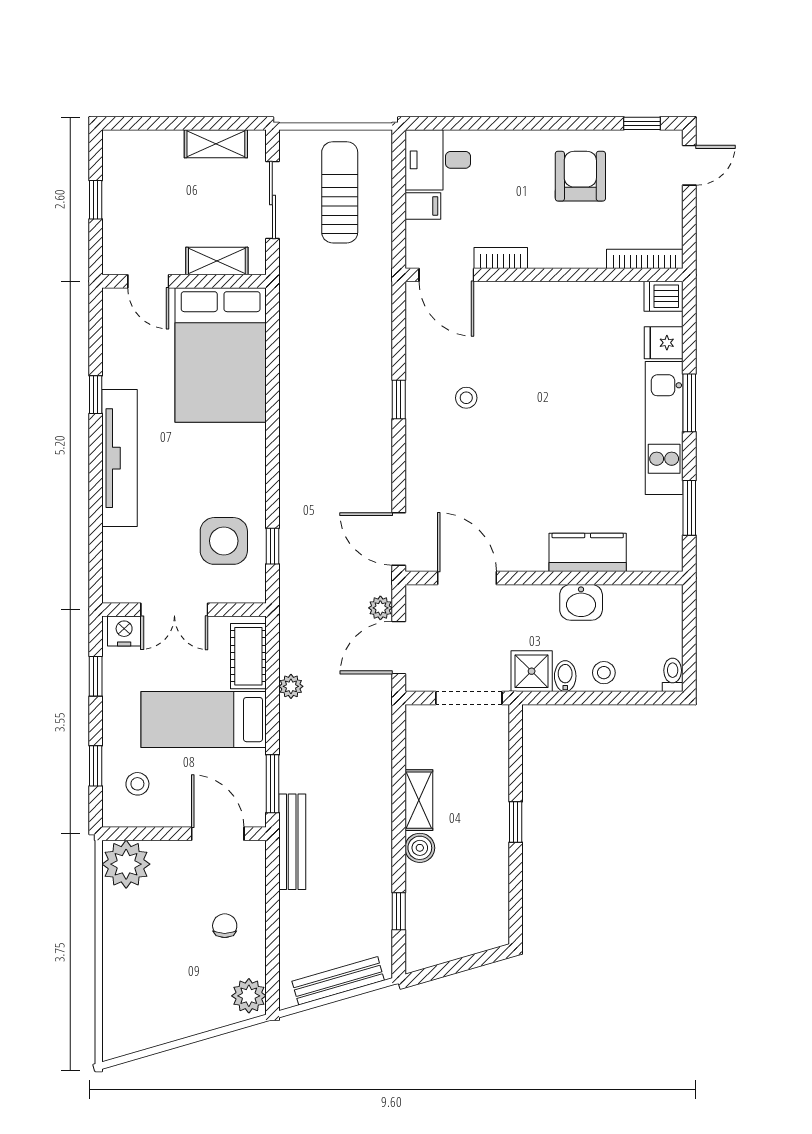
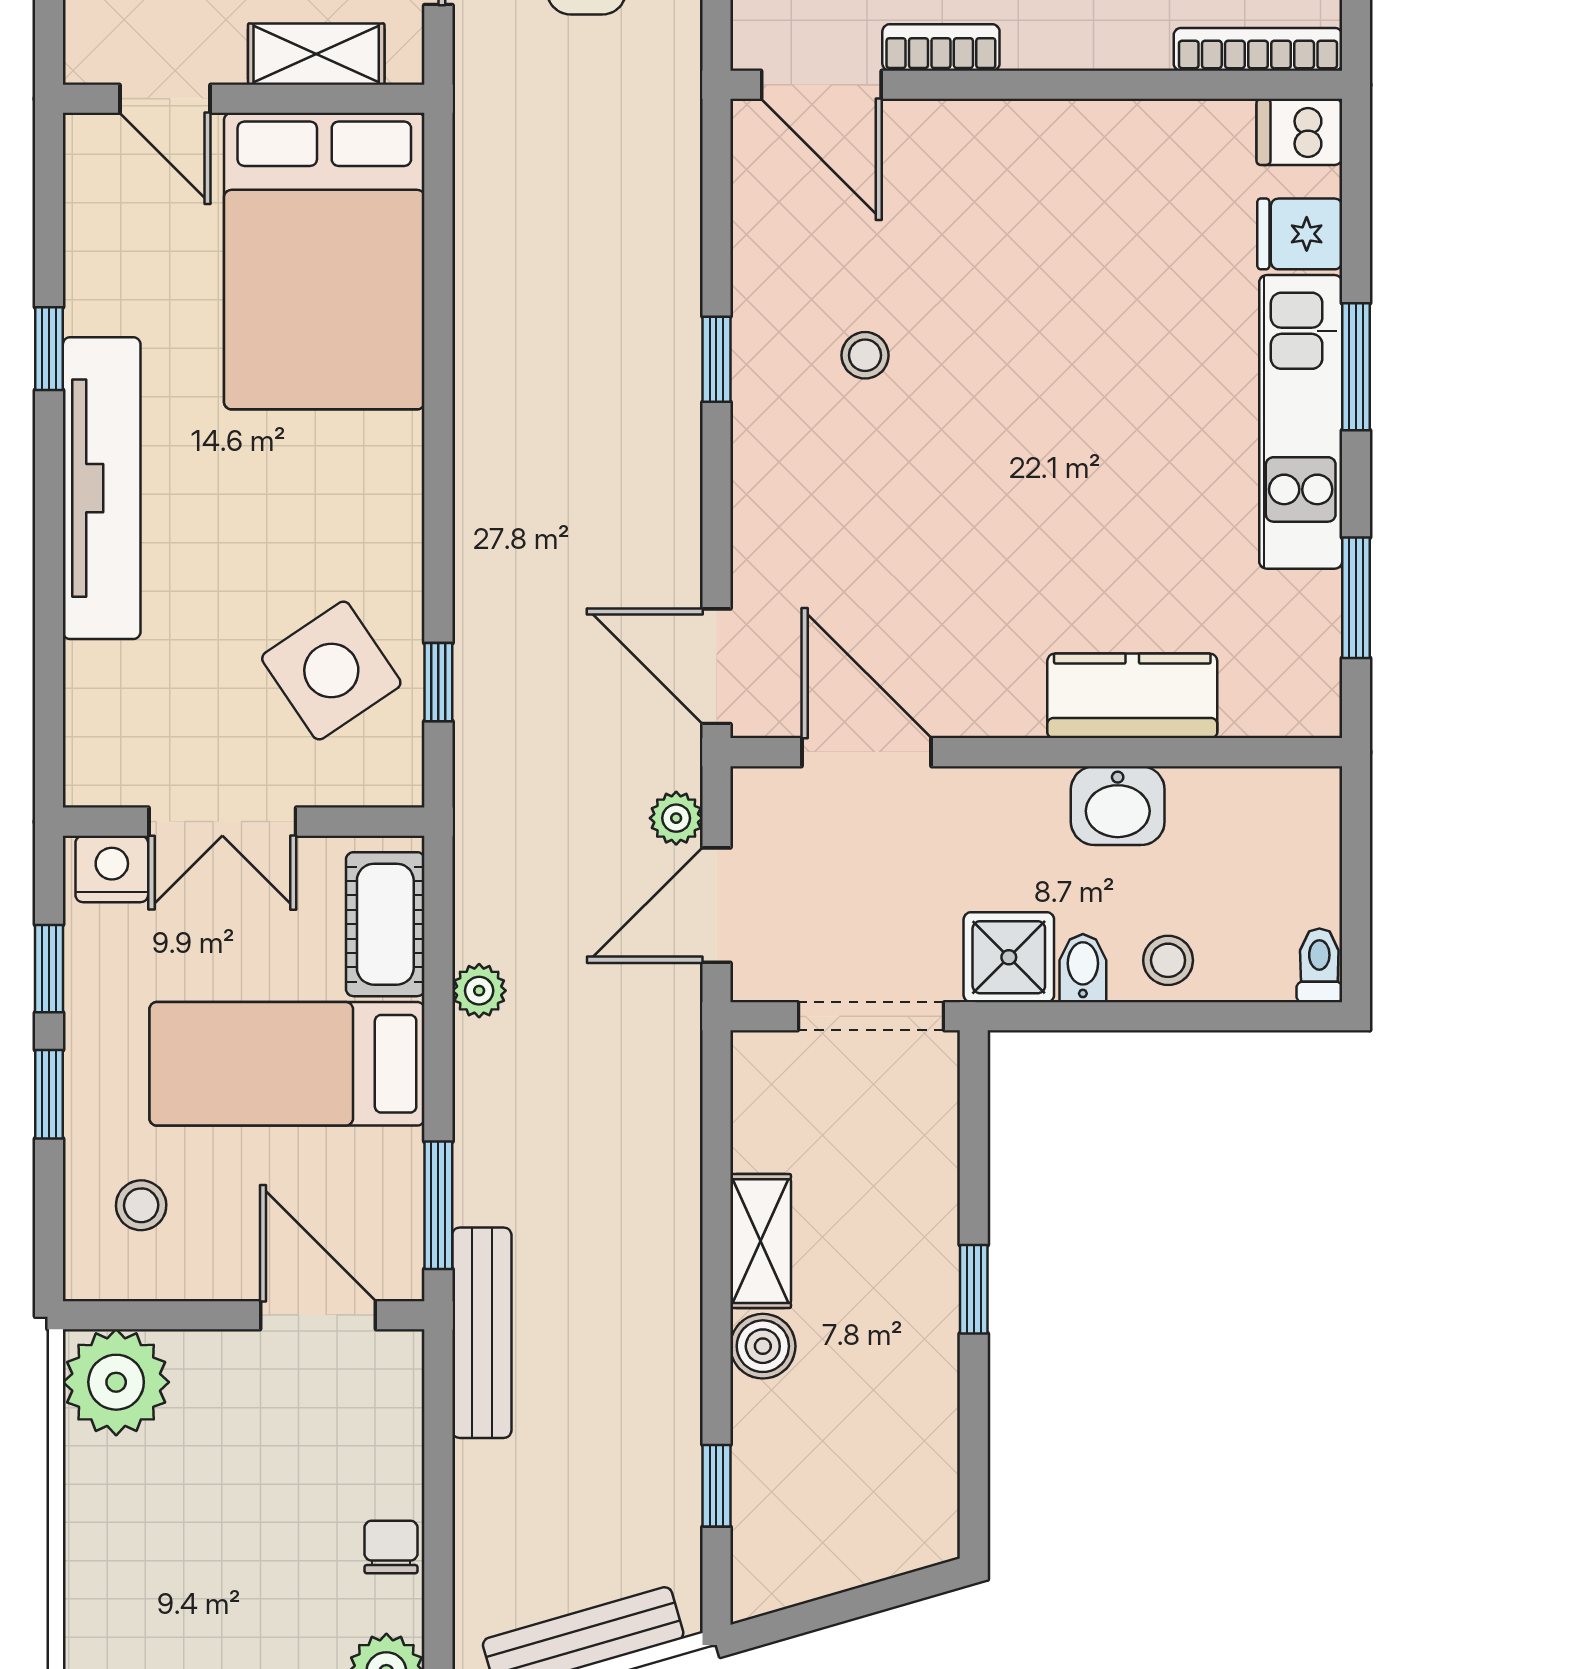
side table: (224, 541) -> (331, 670), turned -34
window: (96, 766) -> (49, 1094), moved
chair: (225, 926) -> (391, 1547), moved

